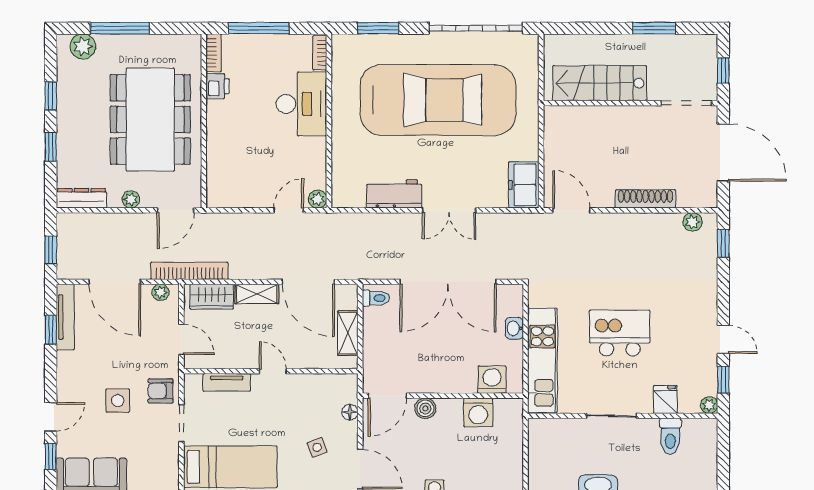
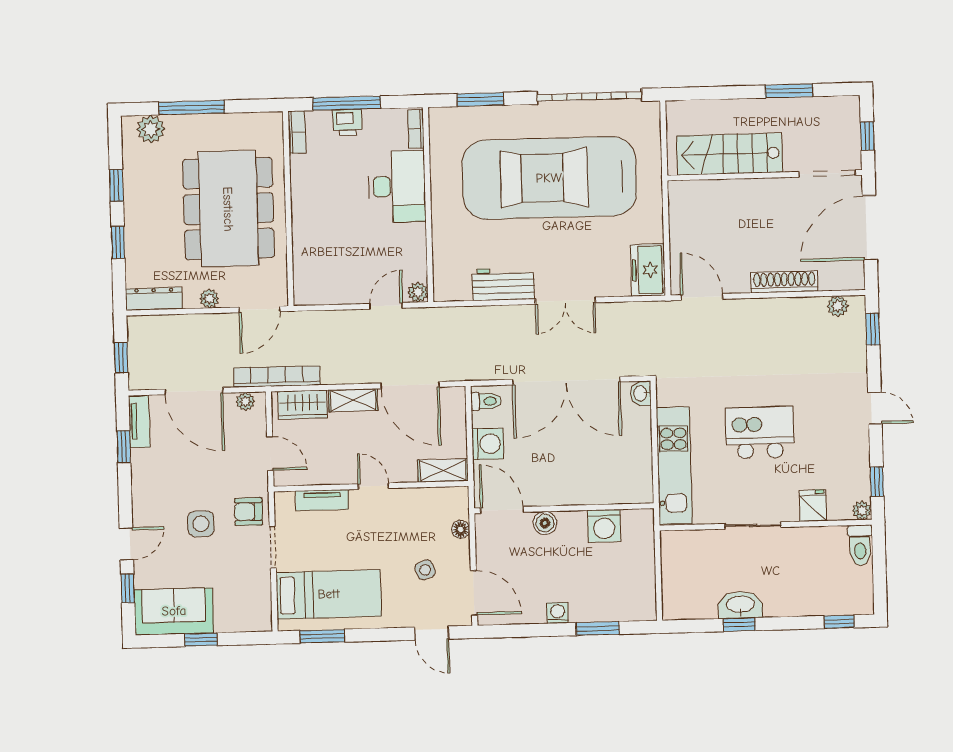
printer: (218, 86) -> (347, 122), moved, turned 90
car: (438, 100) -> (549, 178), turned 180
door: (723, 152) -> (870, 228), swing flipped
tv unit: (65, 317) -> (139, 421), width x0.71
washbasin: (514, 328) -> (641, 393), moved
shelving: (348, 333) -> (443, 470), moved, turned 90
door: (723, 339) -> (875, 408), moved
washing machine: (492, 380) -> (488, 444), moved, turned 90
door: (387, 396) -> (502, 510), swing flipped
toilet: (670, 436) -> (860, 545), moved

